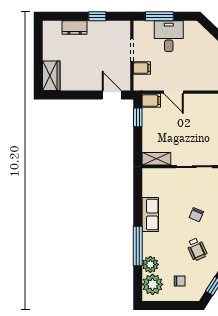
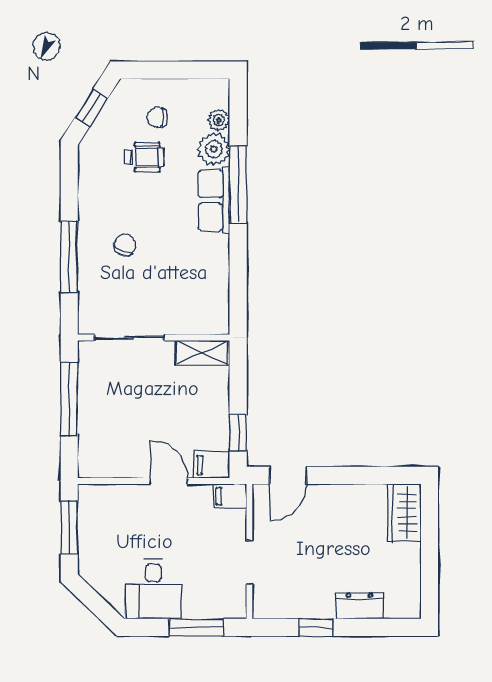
desk: (169, 36) -> (153, 589), moved
filing cabinet: (142, 68) -> (230, 496), moved
door: (112, 95) -> (288, 475), hinge flipped
row of seats: (150, 214) -> (214, 200), moved
wheelchair: (197, 249) -> (144, 157), moved, turned 114
plant: (153, 284) -> (219, 120), width x0.53, depth x0.53

